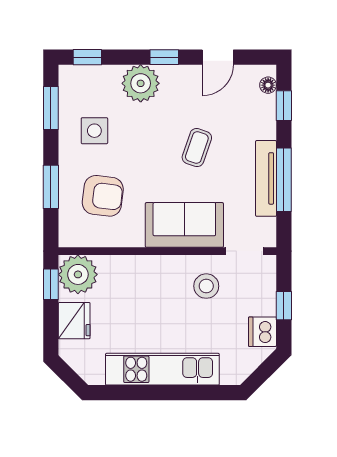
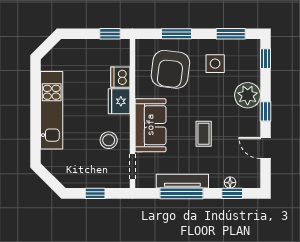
floor lamp: (268, 85) -> (230, 183), moved
coffee table: (197, 148) -> (204, 134), turned 71
armchair: (103, 196) -> (170, 69), width x1.36, depth x1.36
plant: (78, 274) -> (117, 52), removed
fridge: (74, 321) -> (119, 101), moved, turned 90
dishwasher: (262, 332) -> (120, 77), moved, turned -90

